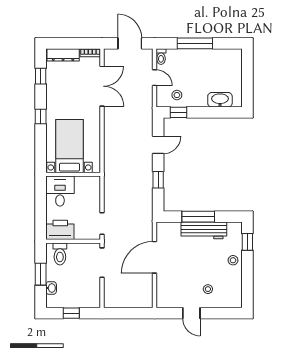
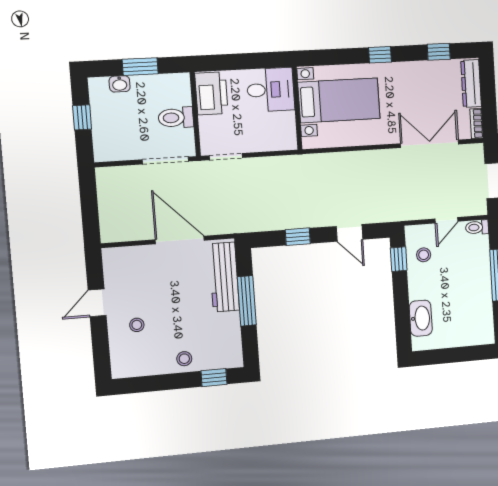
double door: (102, 86) -> (430, 144), swing flipped
workbench: (204, 230) -> (224, 277), moved
toilet: (60, 254) -> (176, 118), moved

